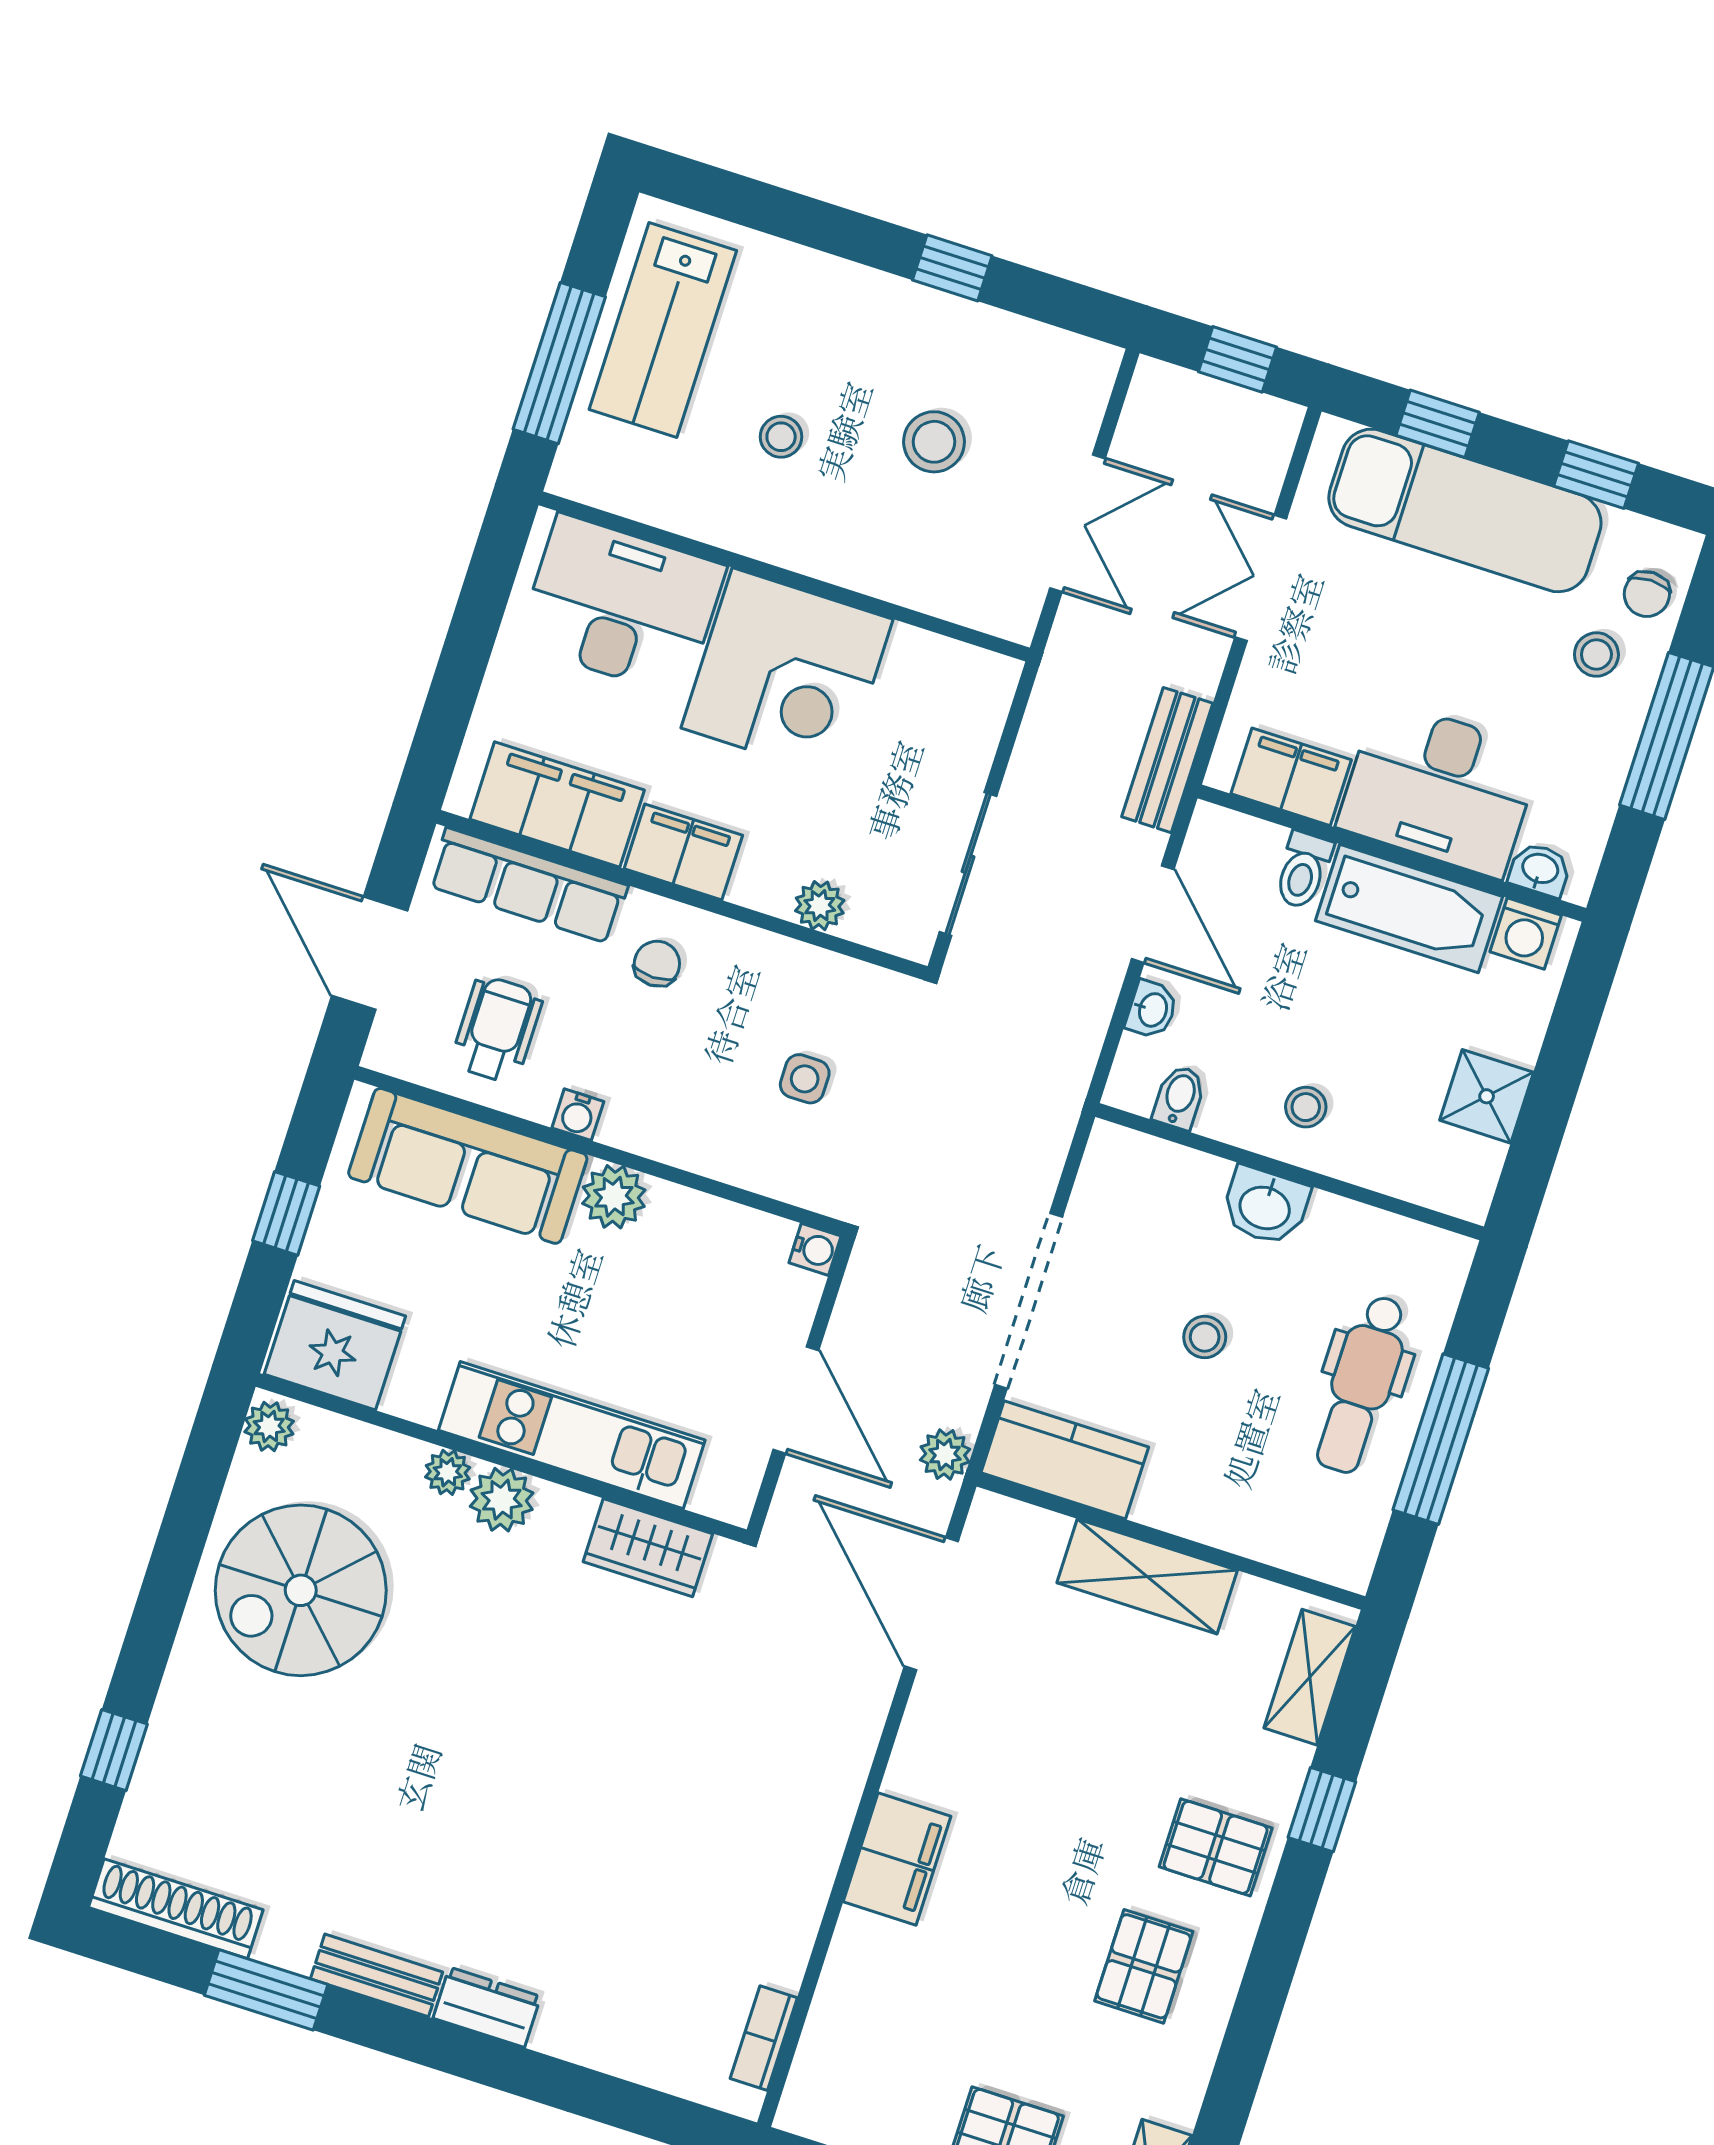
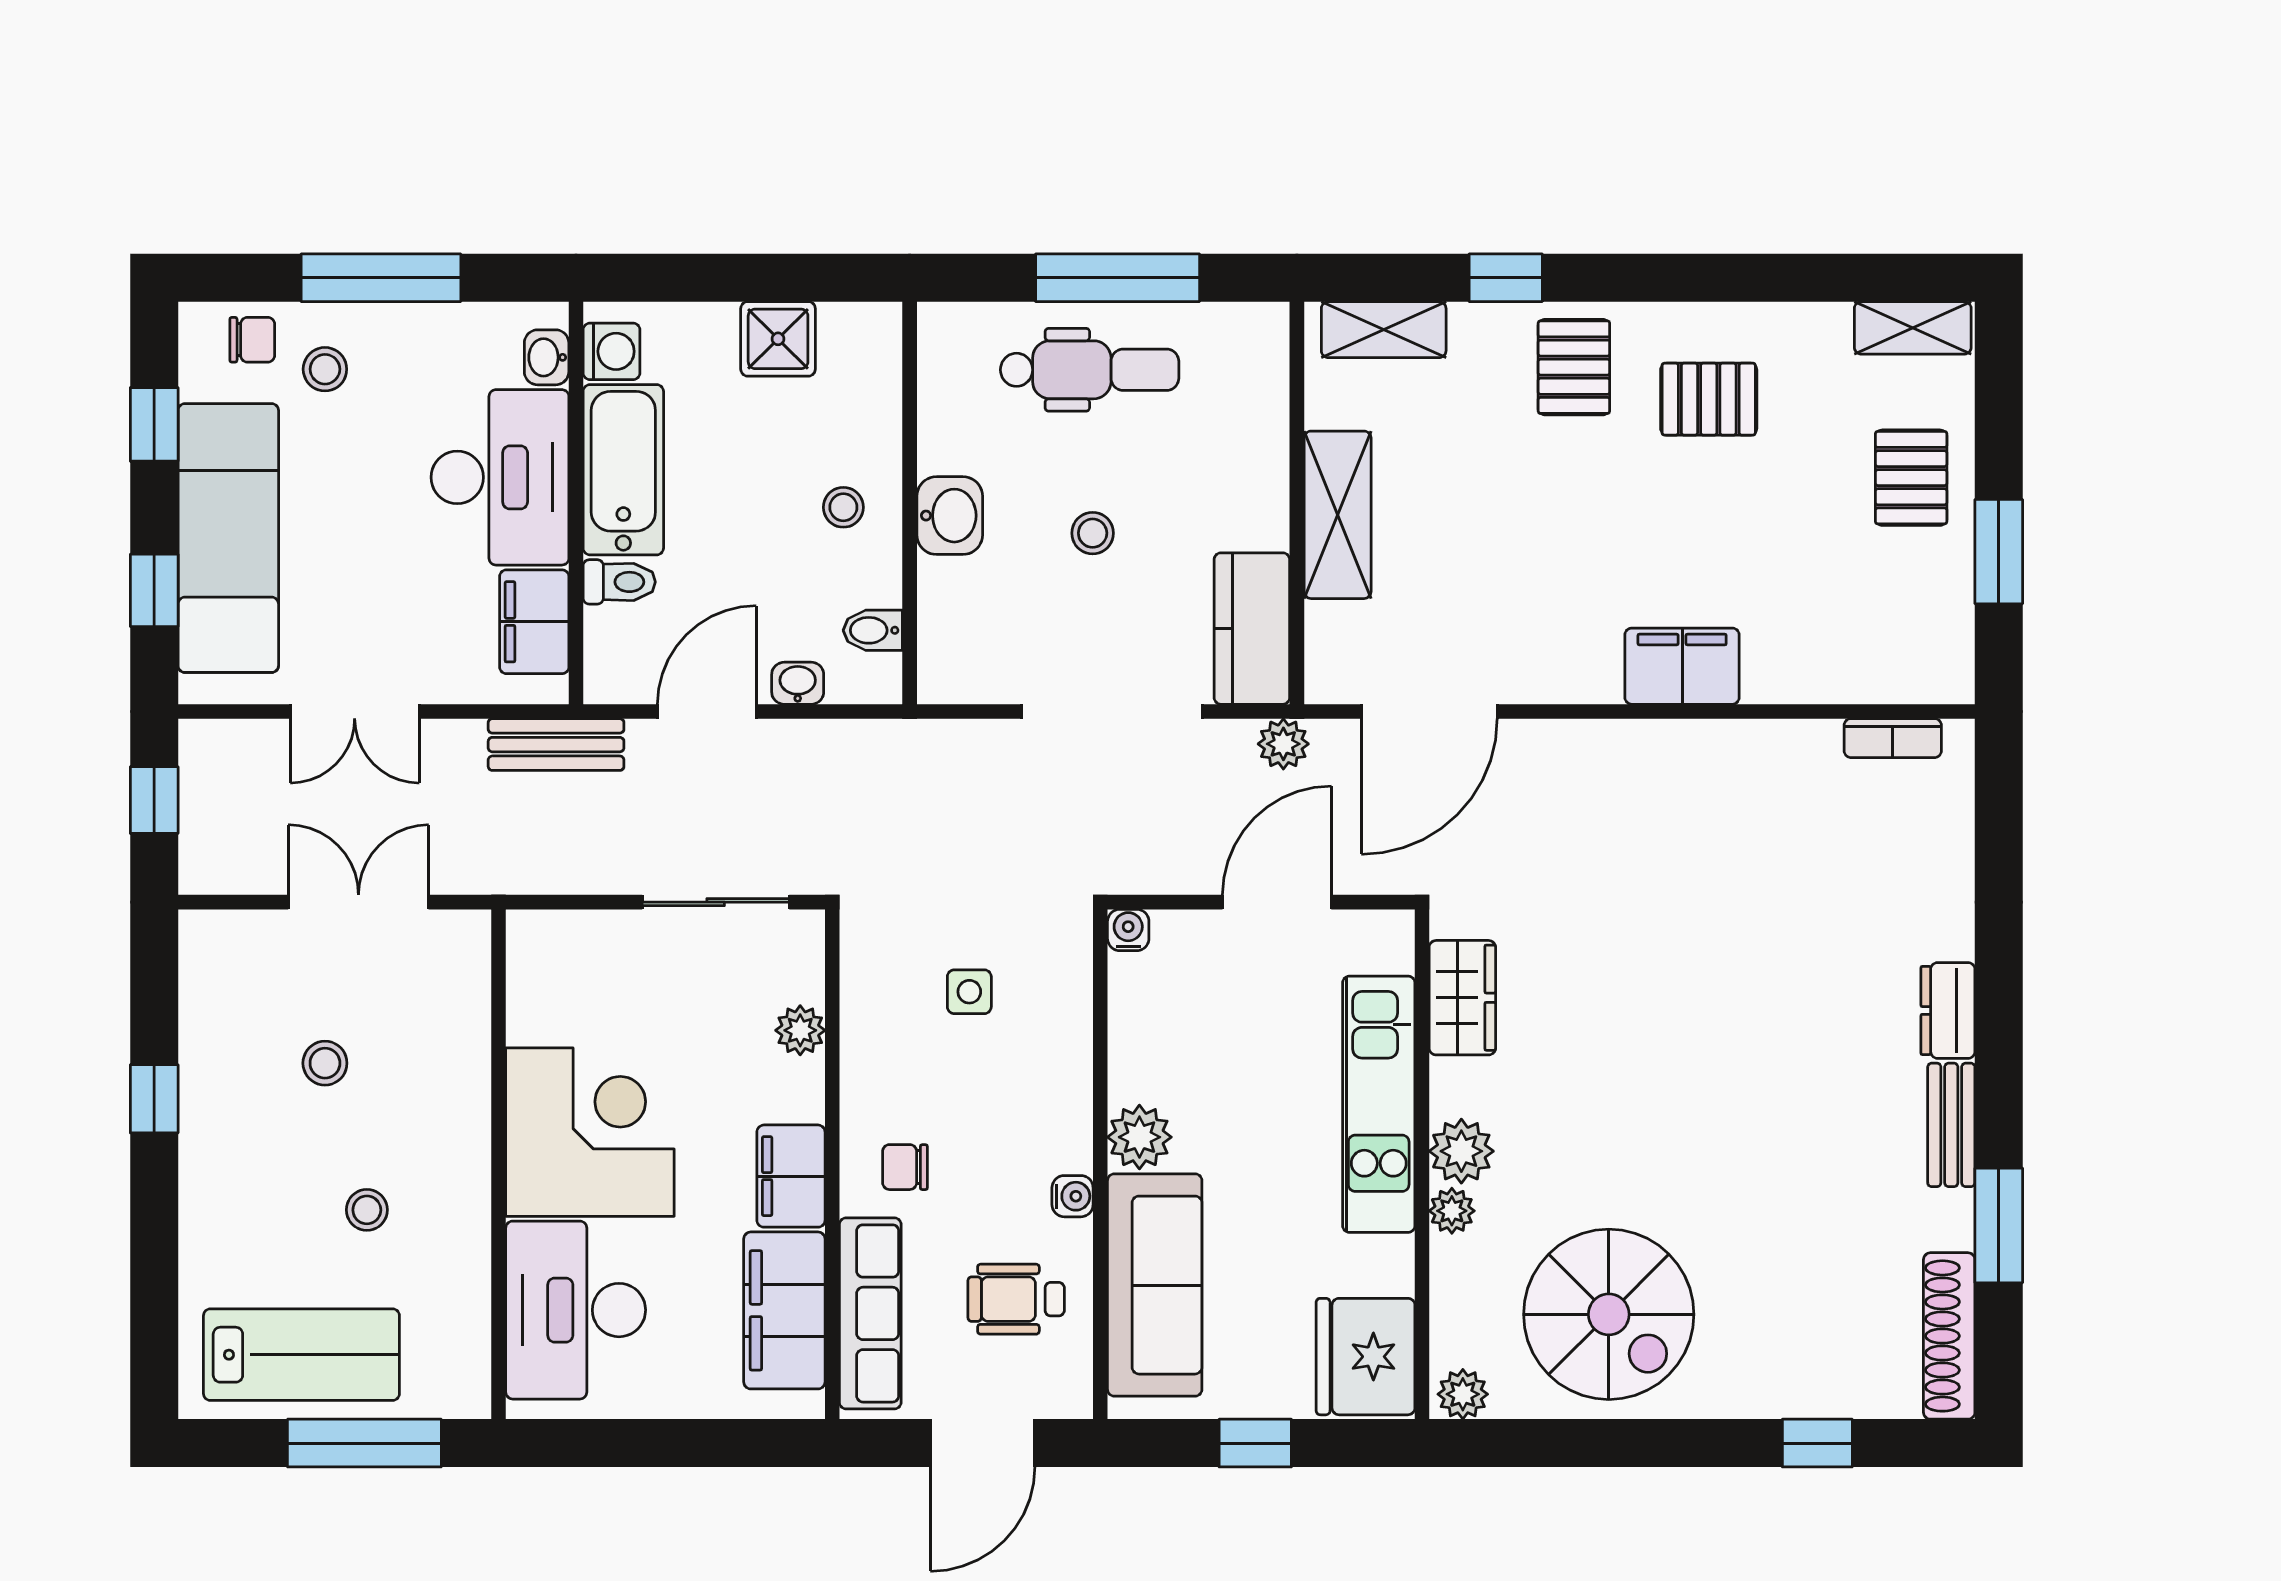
stool: (934, 442) -> (325, 1063), width x0.73, depth x0.73

